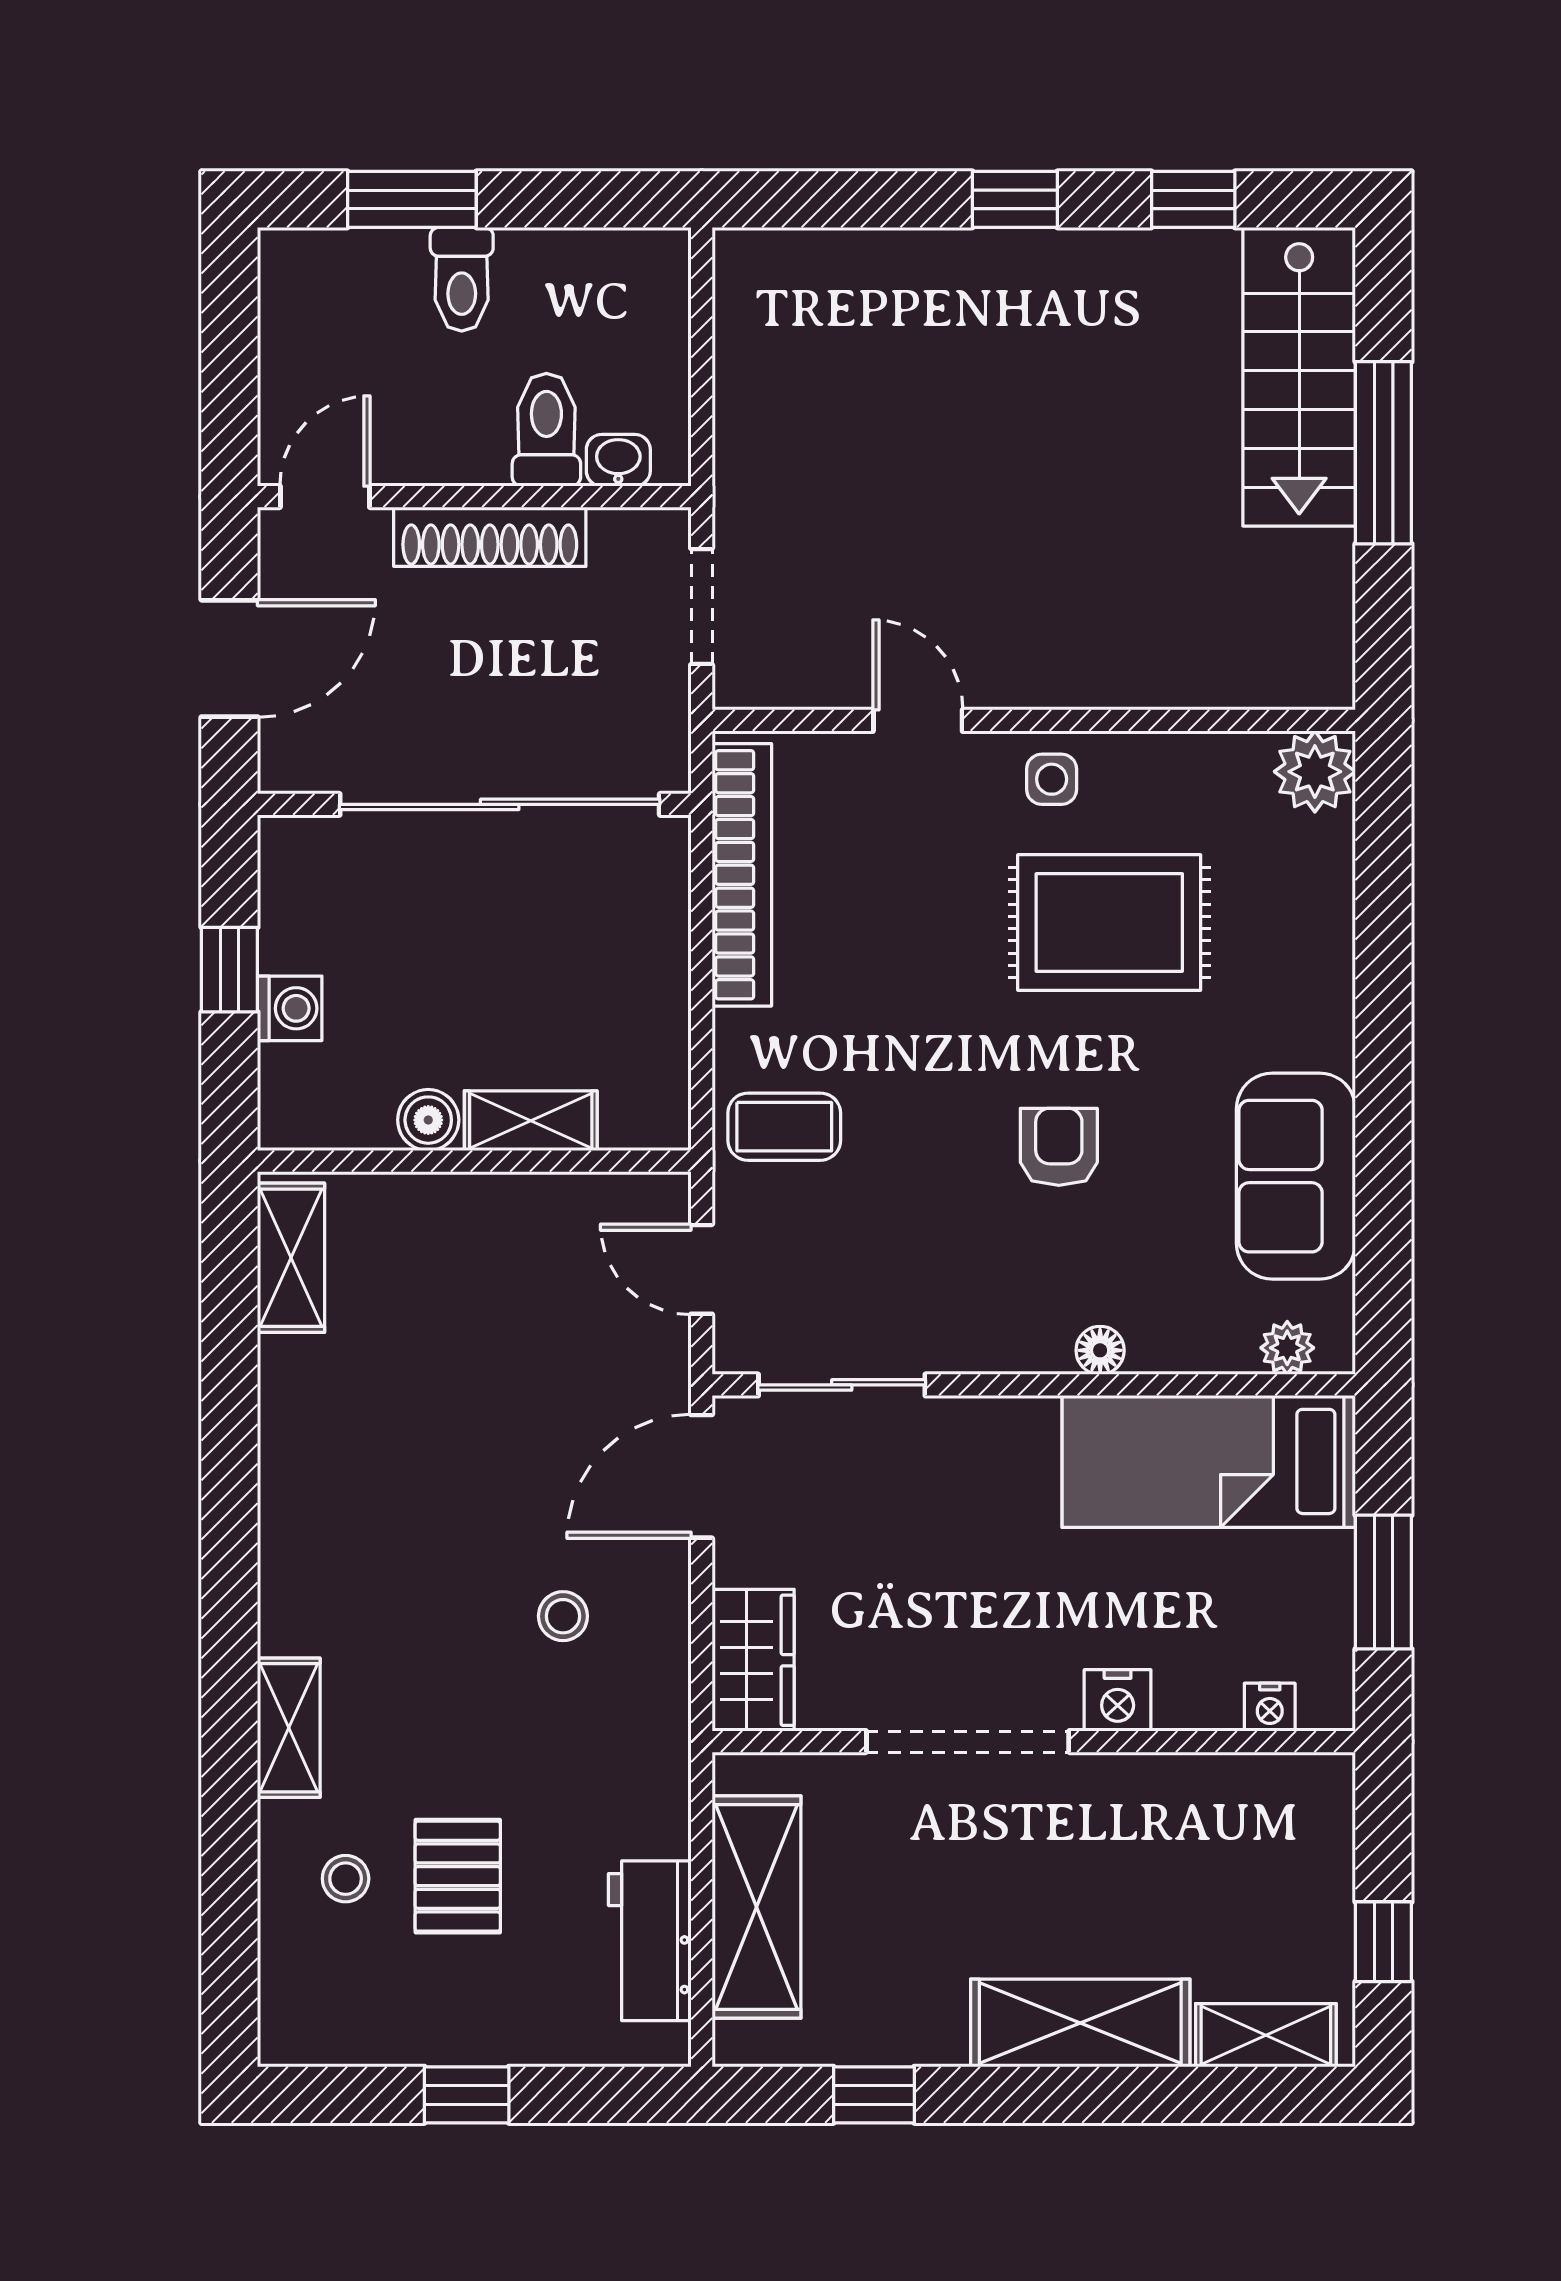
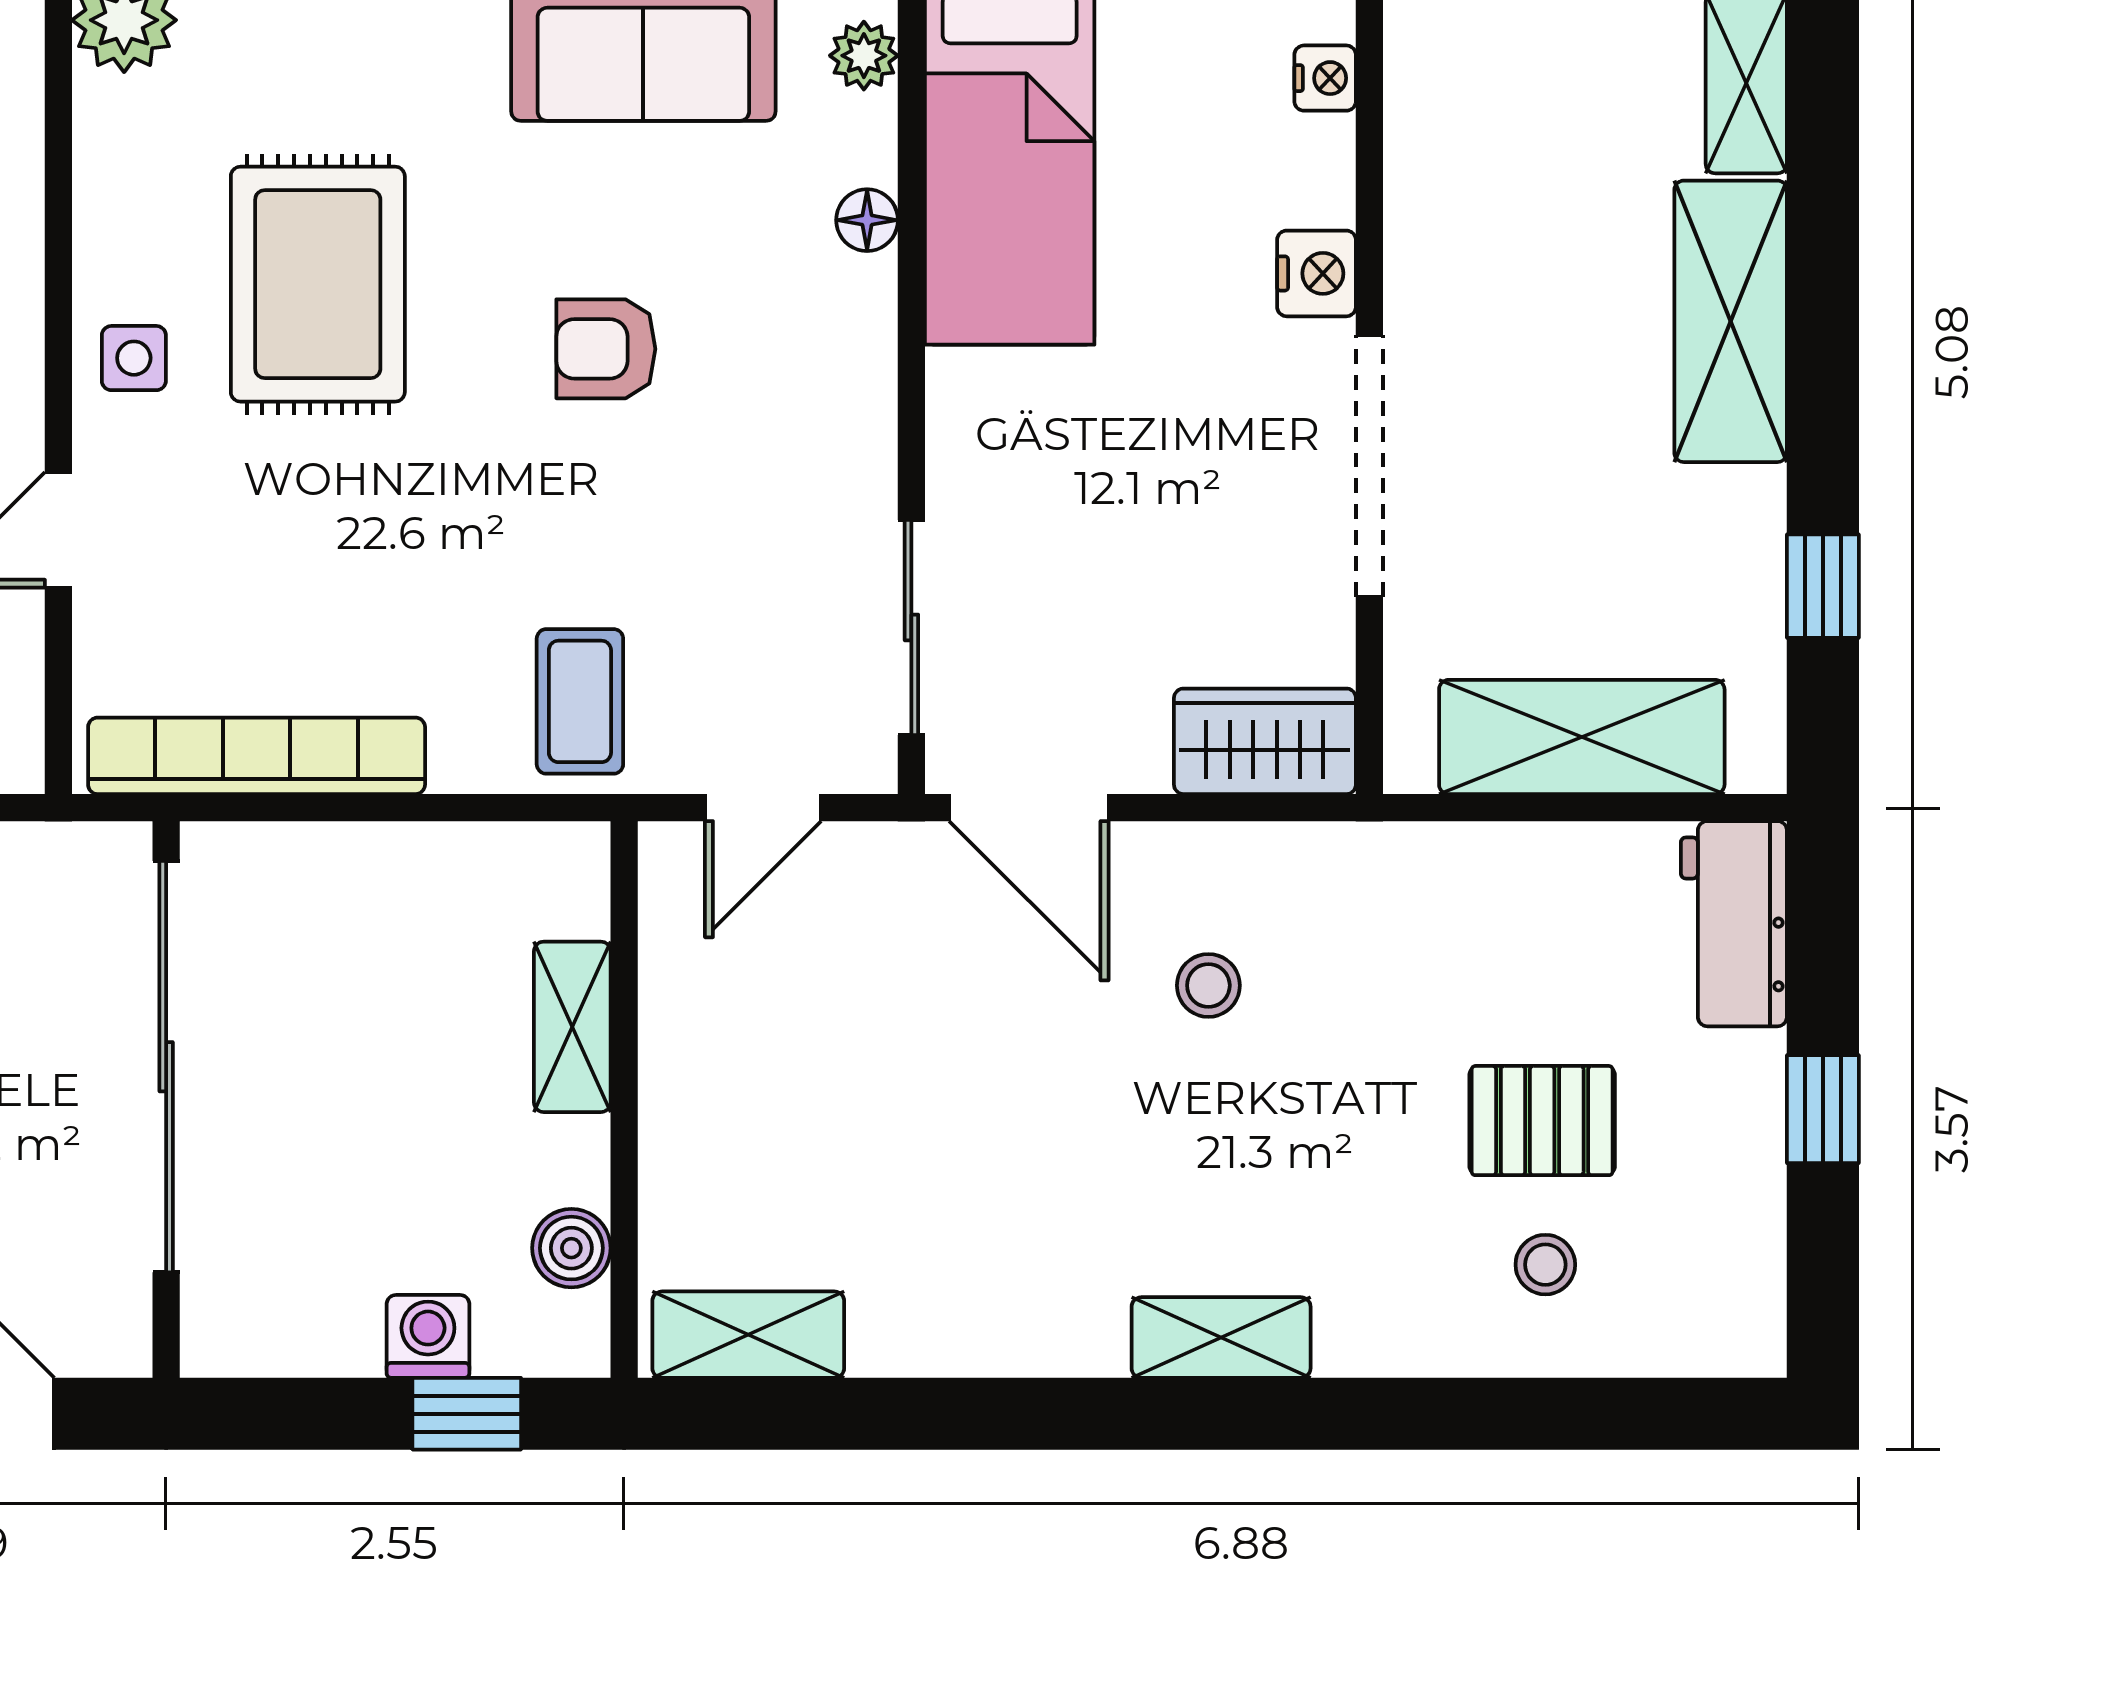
window: (229, 970) -> (467, 1414), moved
boiler: (428, 1120) -> (571, 1248), moved
floor lamp: (1100, 1350) -> (867, 220), moved
shelving: (289, 1728) -> (1221, 1337), moved
workbench: (650, 1941) -> (1734, 924), moved, turned 90

